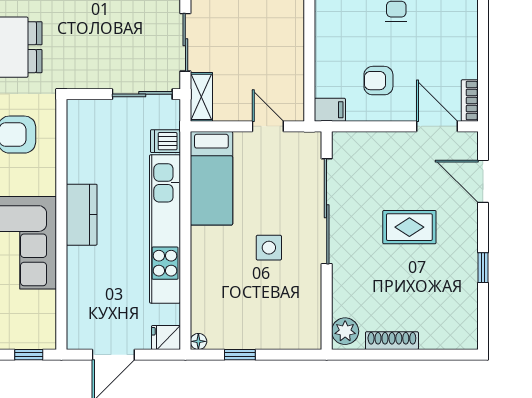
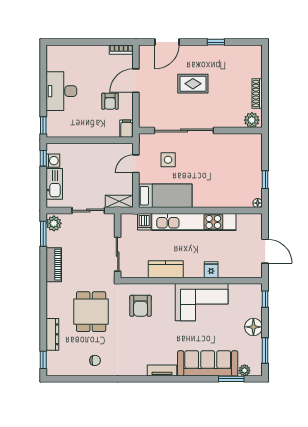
sliding door: (142, 94) -> (118, 254), moved
door: (437, 126) -> (136, 81), moved
kitchen counter: (82, 215) -> (166, 269), moved
rug: (409, 227) -> (193, 84), turned 90
side table: (269, 248) -> (168, 160), moved
fridge: (166, 338) -> (211, 270), moved, turned 180

